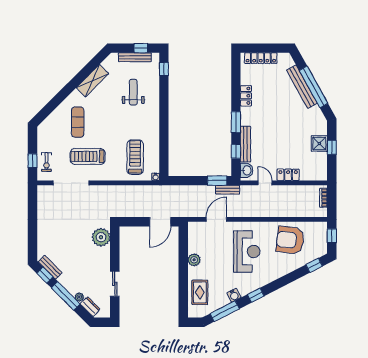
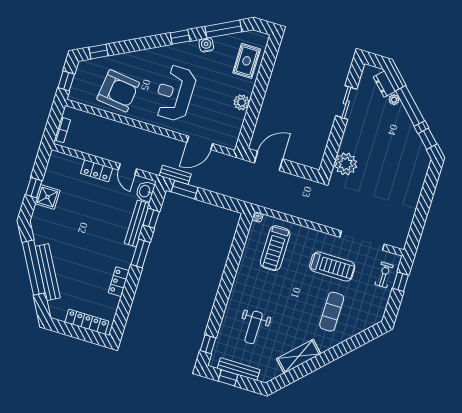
bench: (50, 267) -> (418, 146), removed

